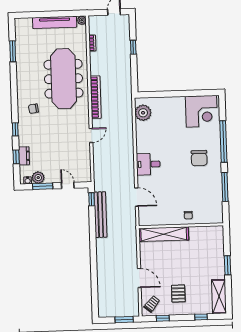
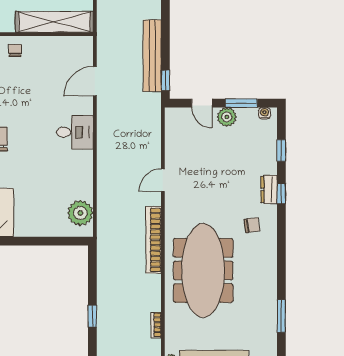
dresser: (24, 156) -> (269, 189), moved
plant: (38, 178) -> (227, 117), moved
door: (137, 197) -> (95, 81), hinge flipped

